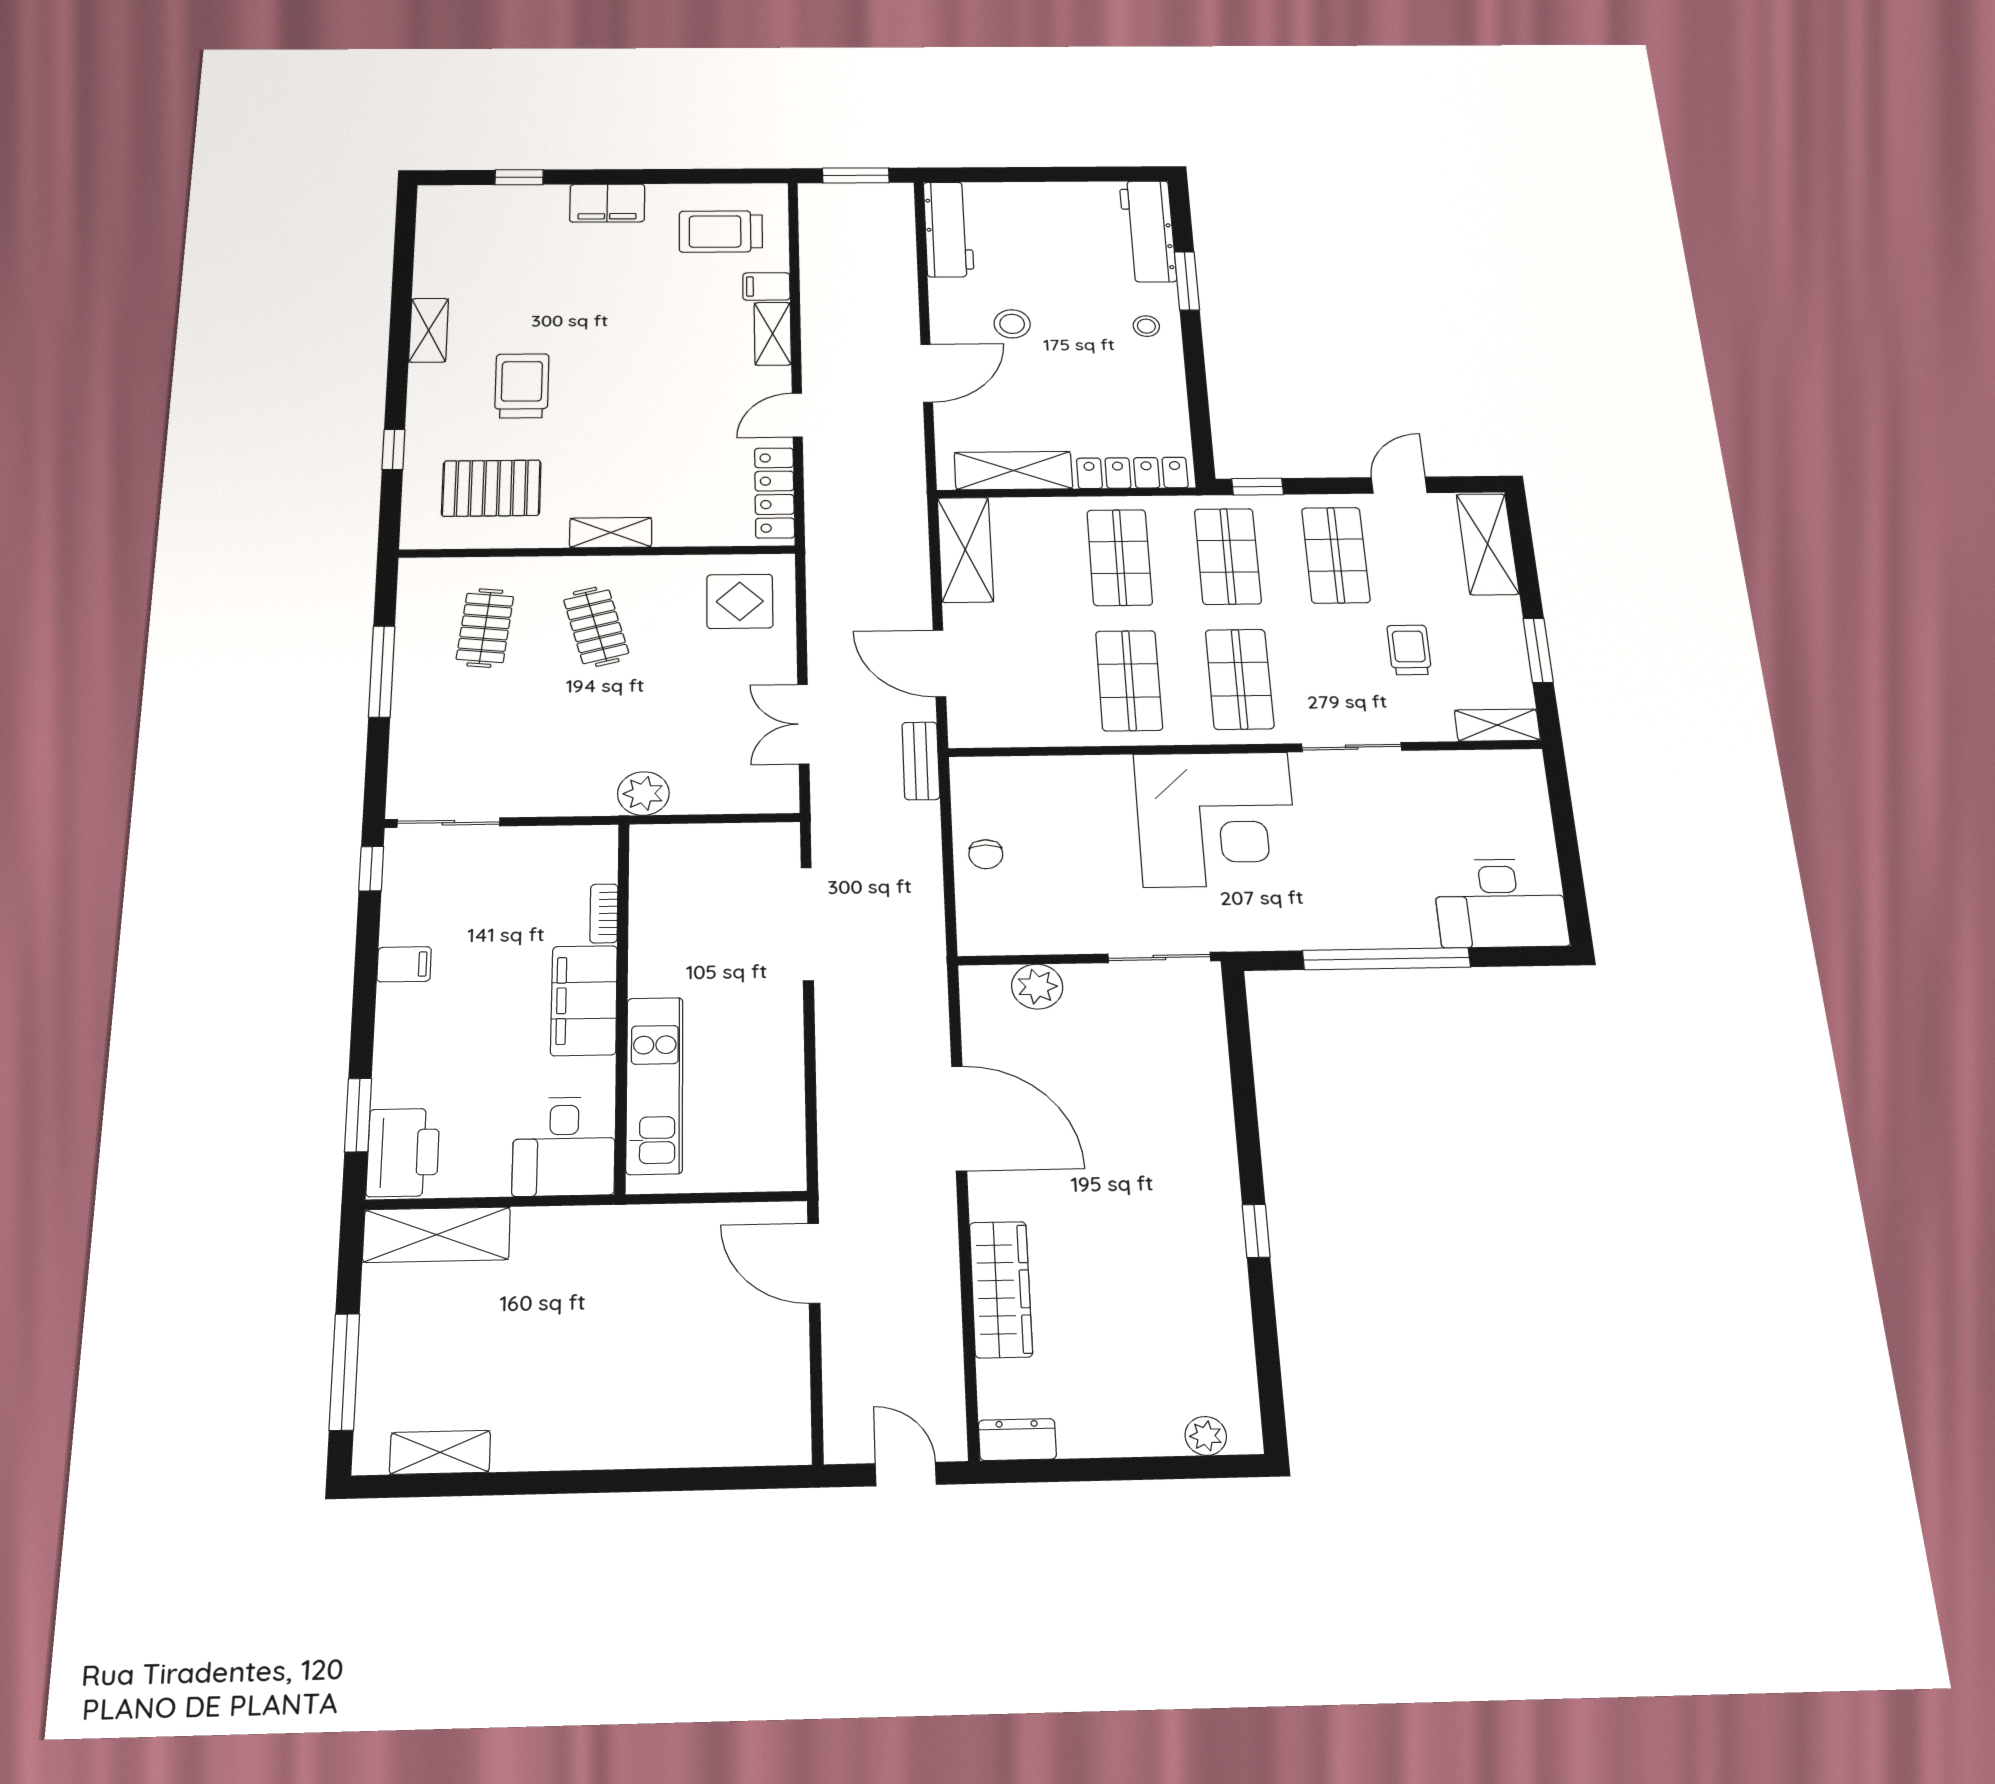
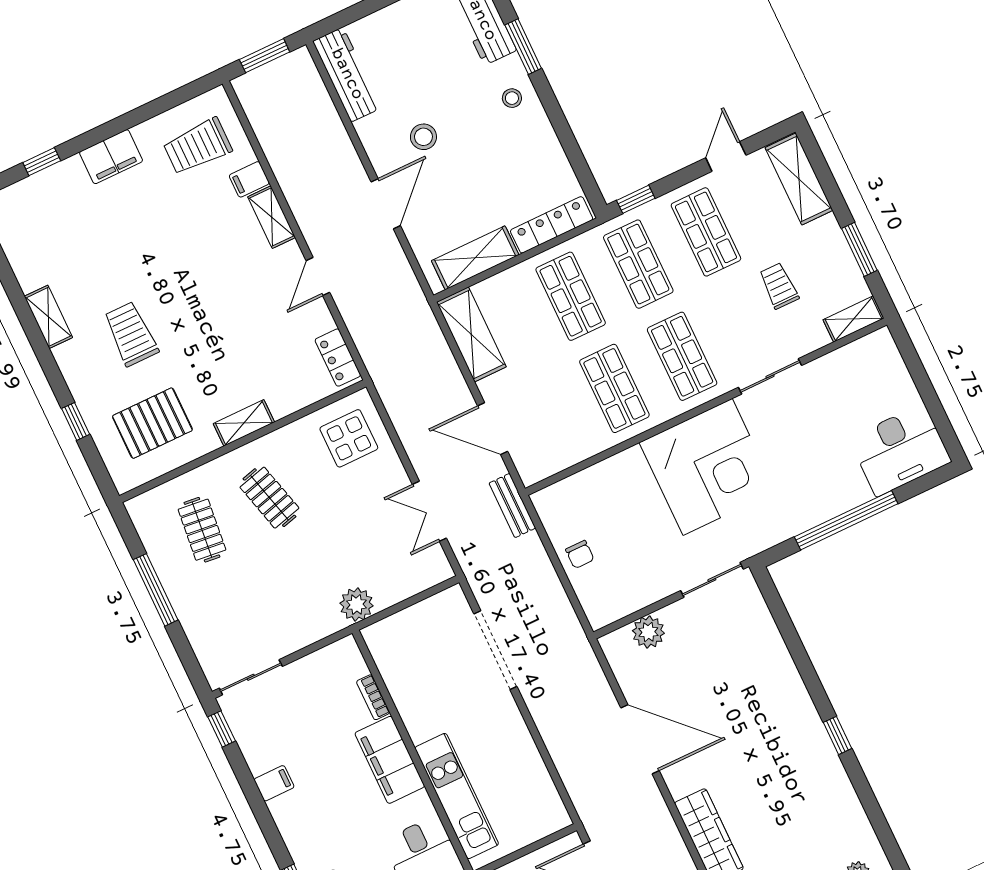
locker: (774, 493) -> (338, 358), width x0.66

